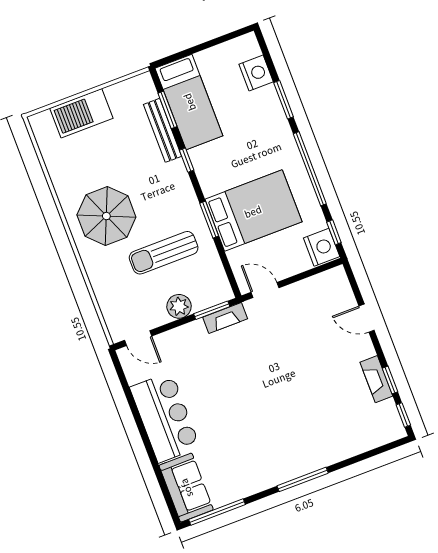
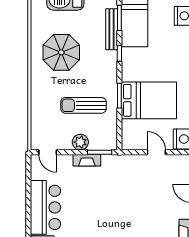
parasol: (106, 216) -> (61, 52), moved
door: (265, 290) -> (156, 152), moved
fireplace: (225, 318) -> (87, 160), moved

